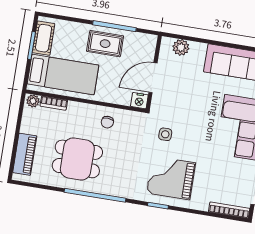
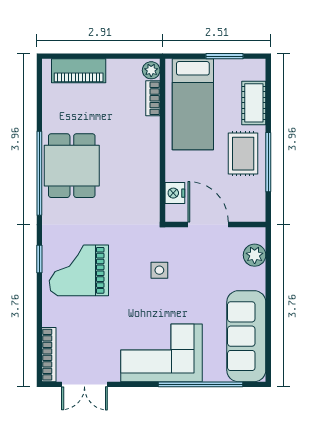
cot: (44, 38) -> (254, 103), moved, turned 90
nightstand: (139, 101) -> (175, 193), moved
chair: (107, 122) -> (139, 174), removed
side table: (165, 134) -> (159, 270), moved
dining table: (77, 159) -> (72, 166), moved
grand piano: (171, 178) -> (79, 270), turned -90

